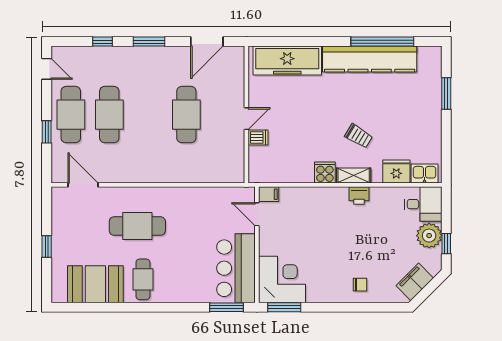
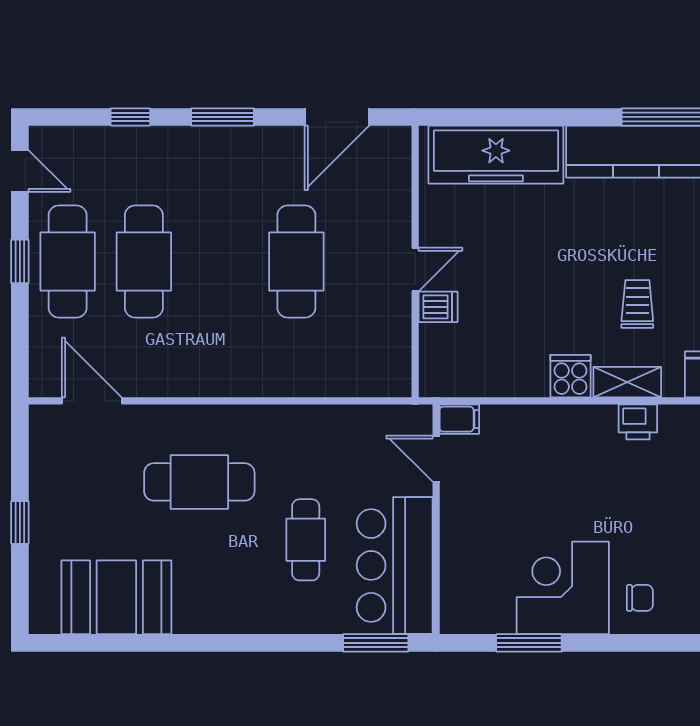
window: (47, 132) -> (20, 261), moved
trolley: (359, 136) -> (637, 304), turned -121
cafe table: (143, 279) -> (306, 540), moved
corner desk: (282, 280) -> (563, 588), moved, turned -90
window: (284, 307) -> (529, 643), moved

